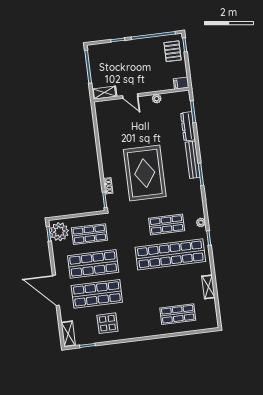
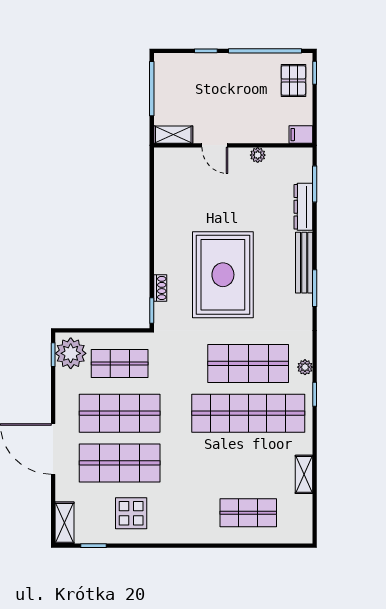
shop shelf: (167, 224) -> (248, 363), width x1.43, depth x1.36

